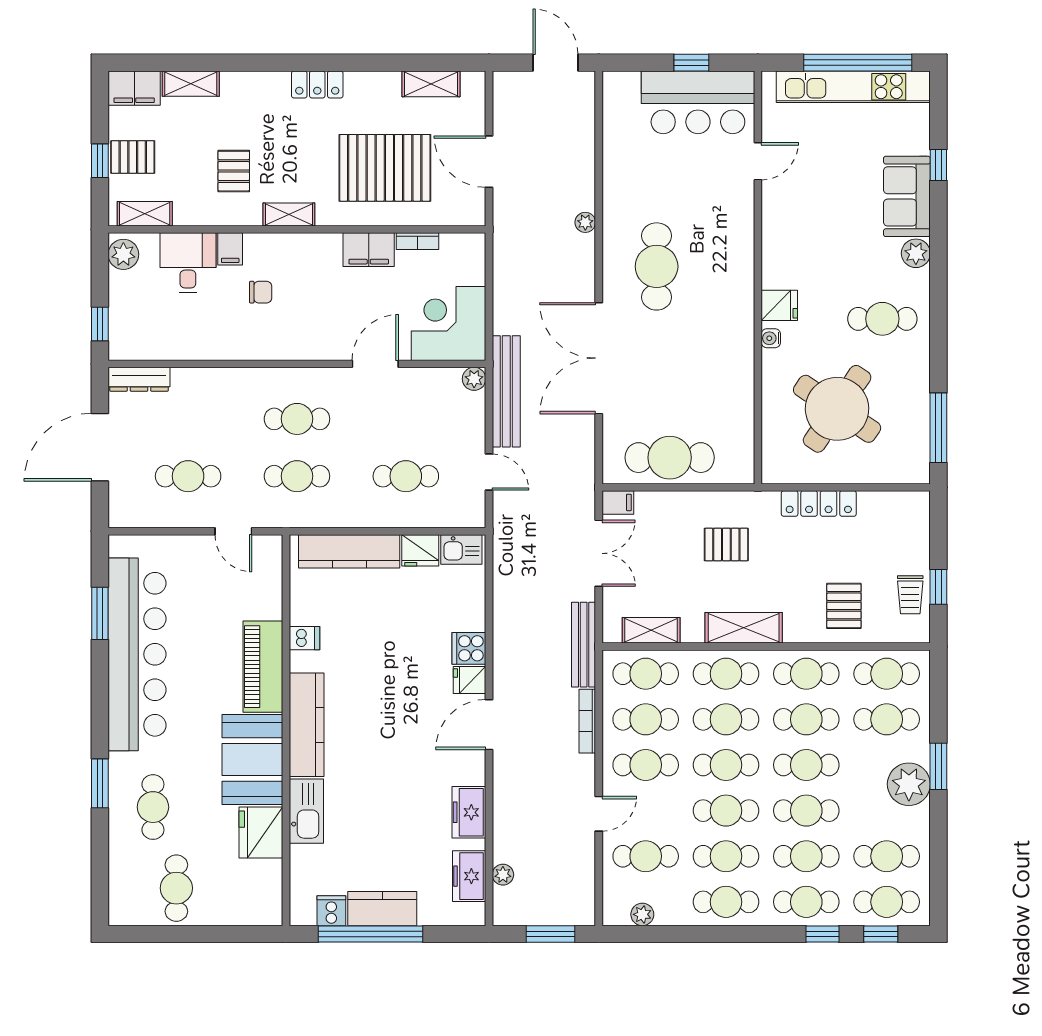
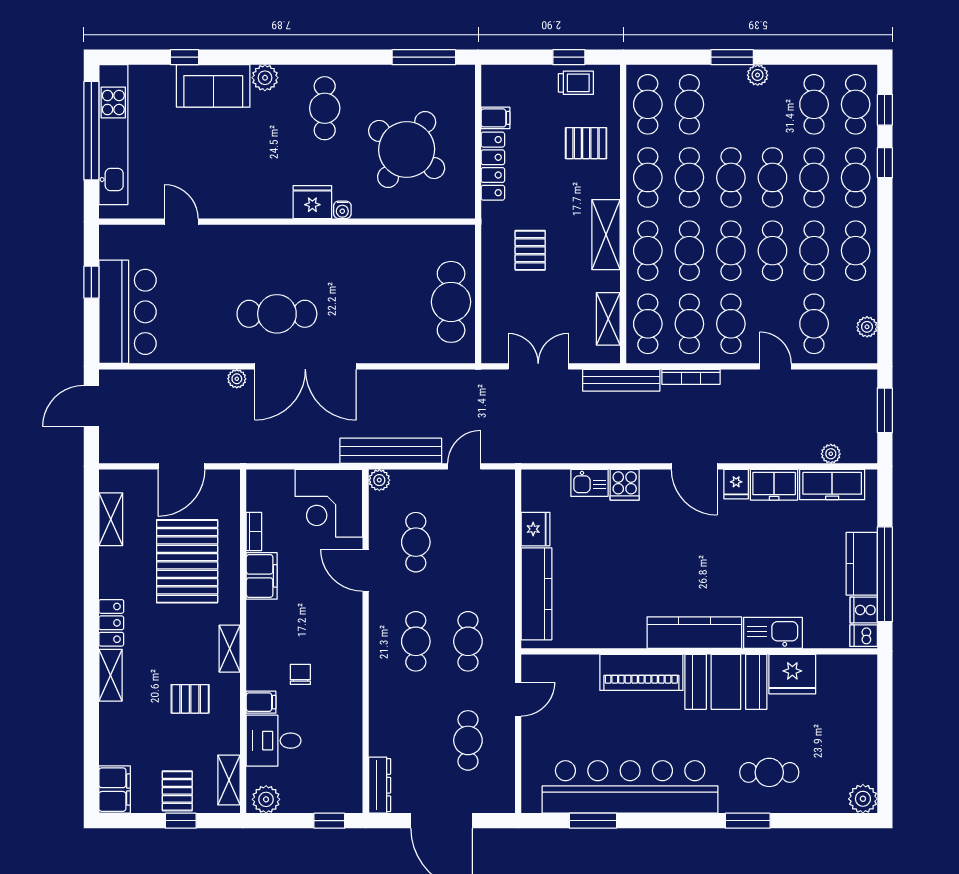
shelving: (191, 84) -> (110, 675), moved
bar counter: (698, 102) -> (127, 312), moved
fridge: (779, 305) -> (312, 202), width x1.38
double door: (599, 358) -> (305, 366), moved
cafe table: (406, 476) -> (416, 542), moved
filing cabinet: (618, 502) -> (495, 118), moved, turned 90
kitchen sink: (461, 549) -> (589, 483), moved, turned 90
dishwasher: (304, 638) -> (864, 636), moved, turned -90
fridge: (470, 680) -> (736, 484), moved
plant: (909, 784) -> (758, 75), width x0.53, depth x0.53
freezer: (469, 876) -> (832, 485), width x1.40
cafe table: (176, 888) -> (843, 751), removed
plant: (124, 910) -> (863, 799), added

